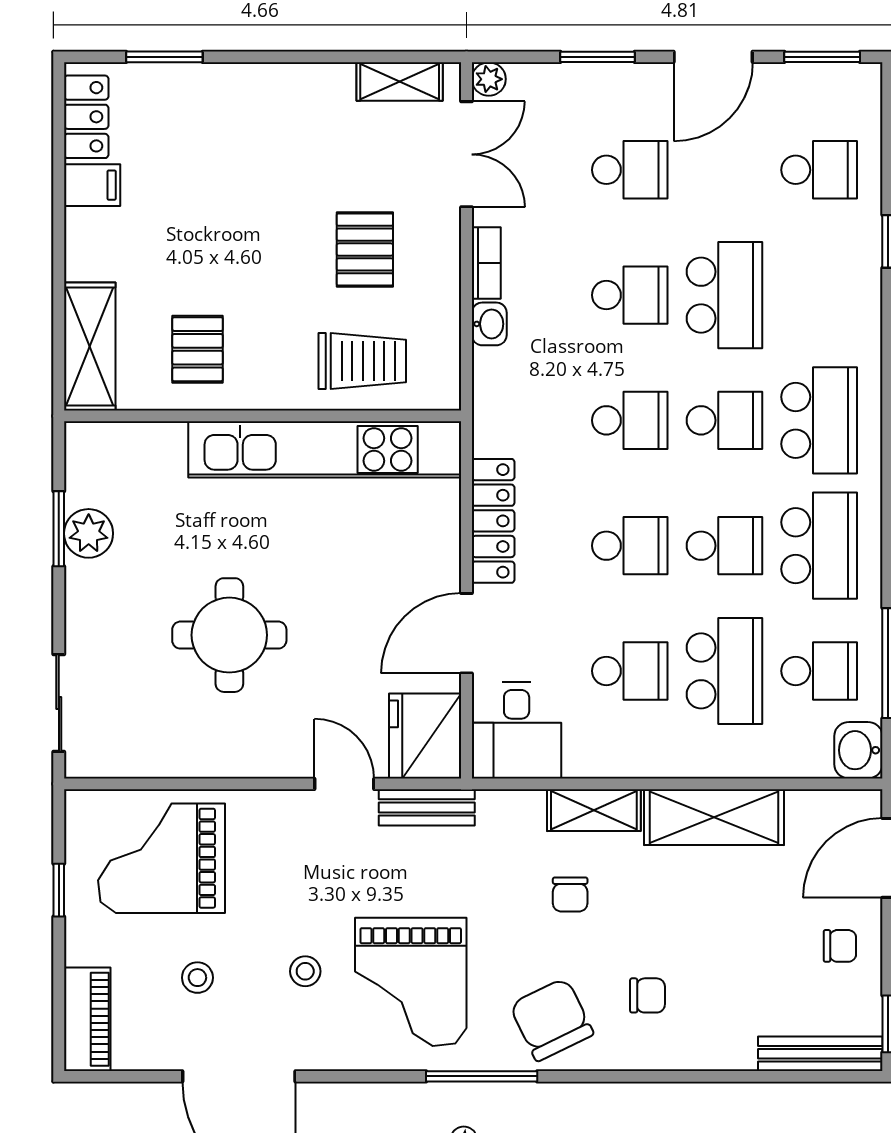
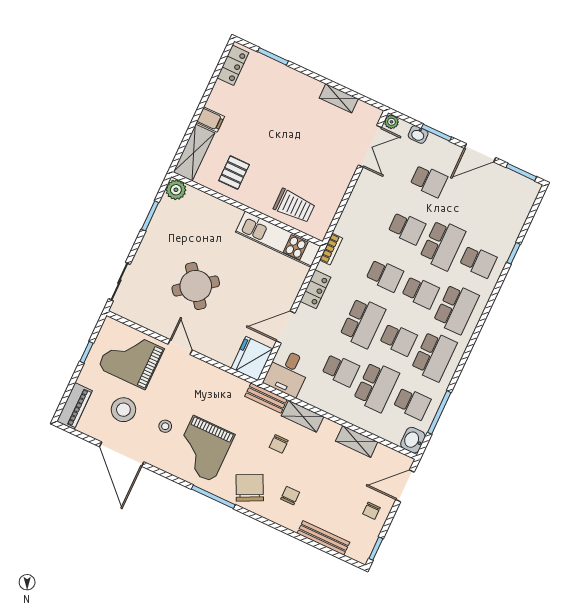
shelving: (400, 82) -> (339, 98), moved
school desk: (819, 170) -> (478, 261), moved
filing cabinet: (92, 185) -> (210, 119), moved
pallet: (365, 250) -> (315, 164), removed
bookcase: (486, 263) -> (331, 249), moved
washbasin: (489, 324) -> (418, 134), moved, turned 90
kitchen unit: (325, 449) -> (278, 239), width x0.73
locker: (493, 521) -> (315, 289), width x0.66
plant: (89, 533) -> (176, 190), moved
school desk: (630, 546) -> (363, 323), width x1.85
round table: (229, 635) -> (196, 286), turned -38
door: (344, 784) -> (180, 347), moved
bench: (427, 807) -> (266, 398), moved
shelving: (714, 817) -> (357, 441), width x0.67, depth x0.75
chair: (840, 946) -> (371, 511), turned 90
stool: (197, 978) -> (123, 410), width x1.89, depth x1.89
chair: (648, 995) -> (290, 496), turned -90
bench: (820, 1054) -> (323, 538), moved

